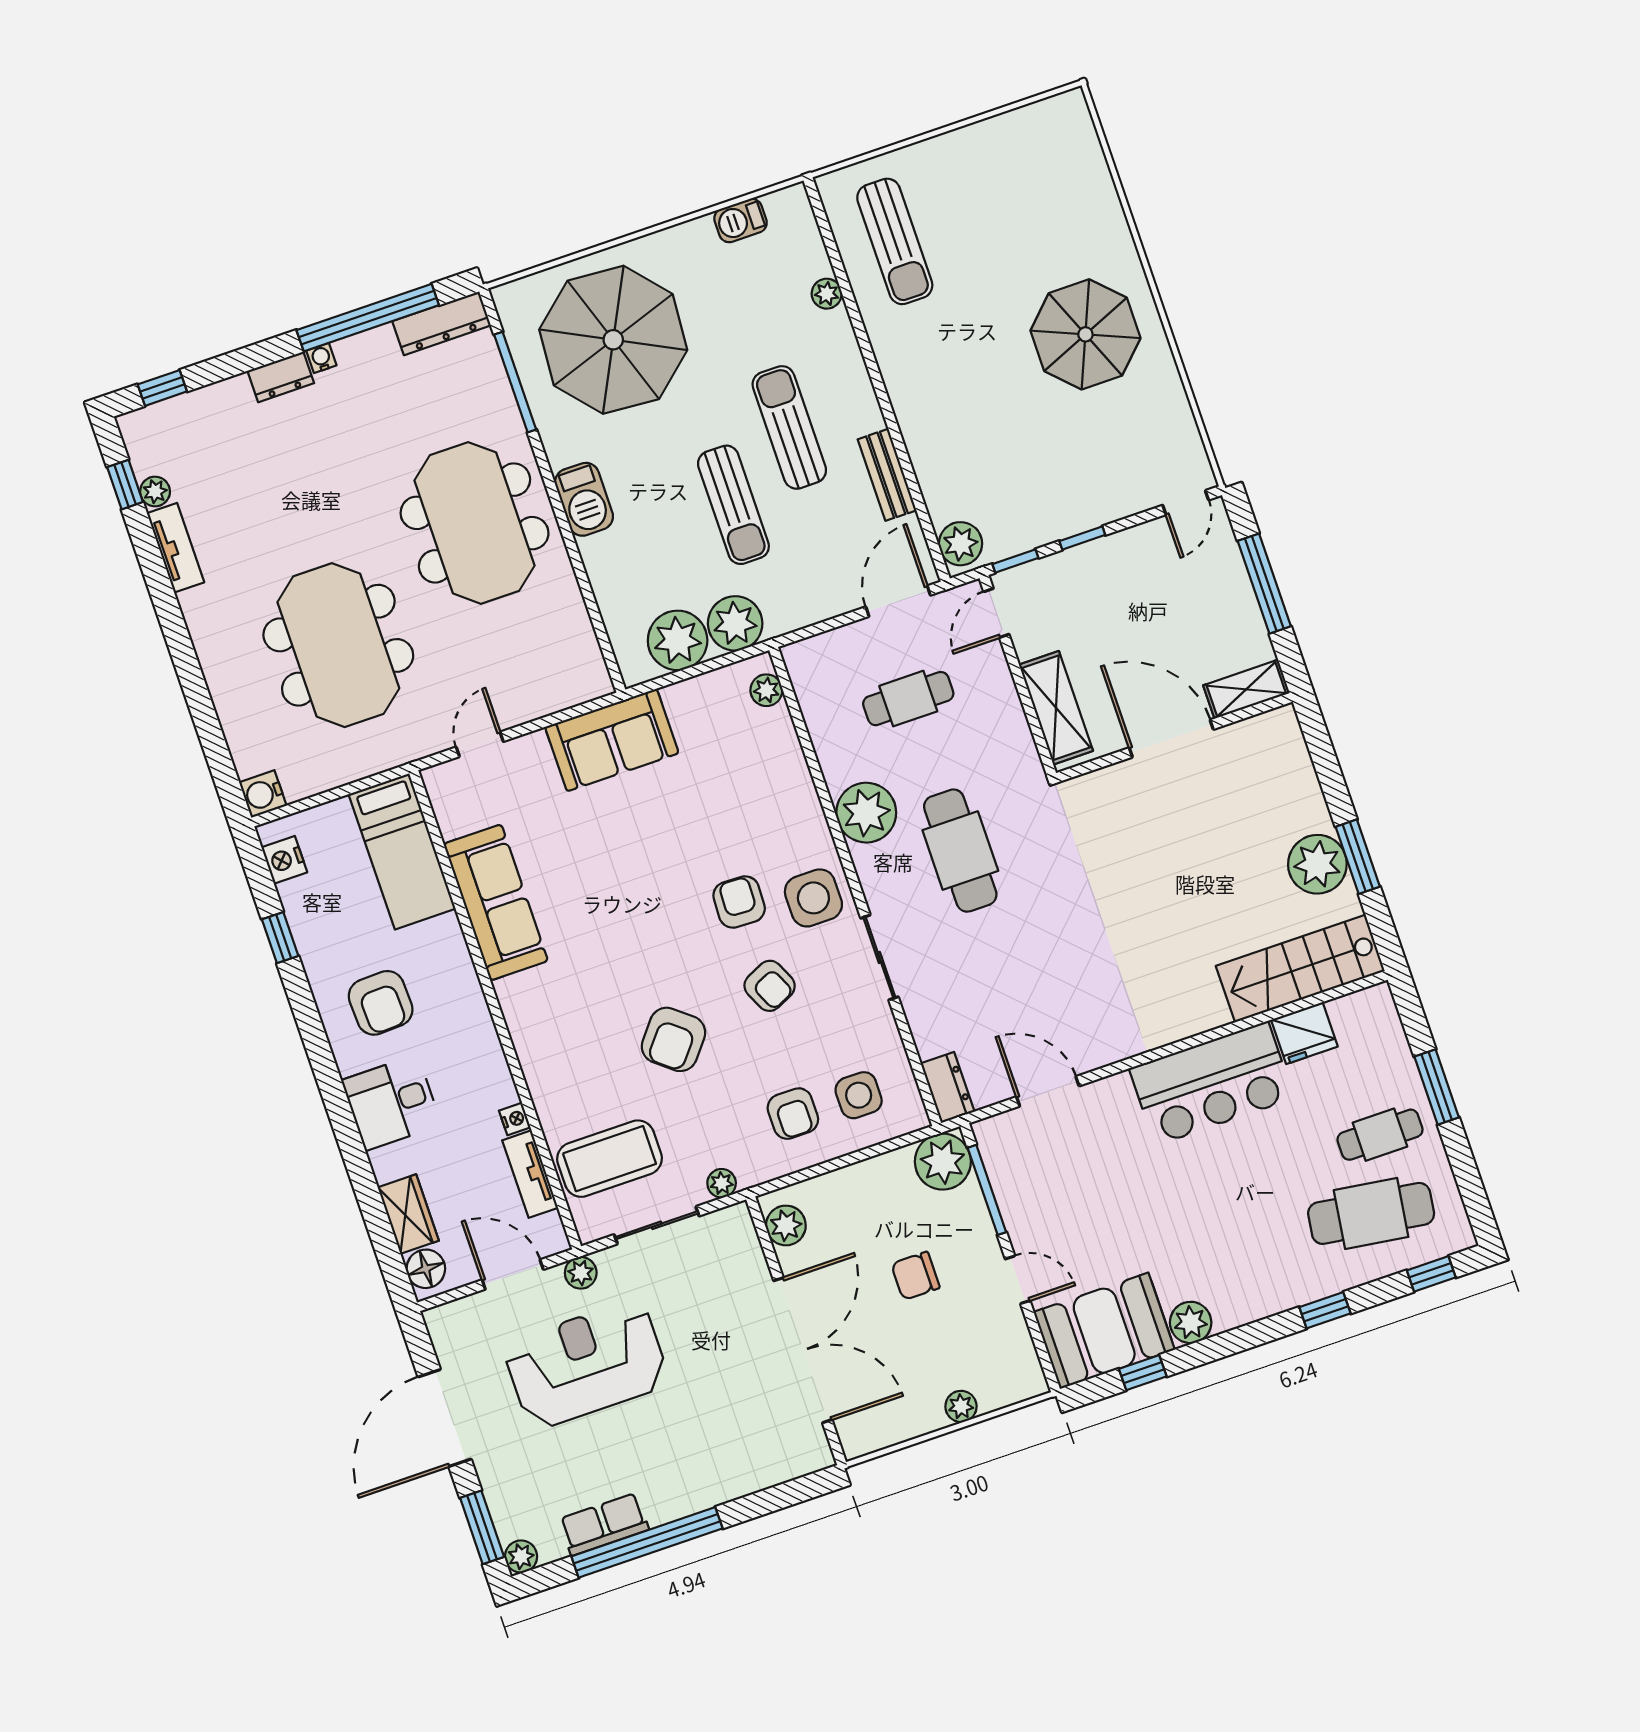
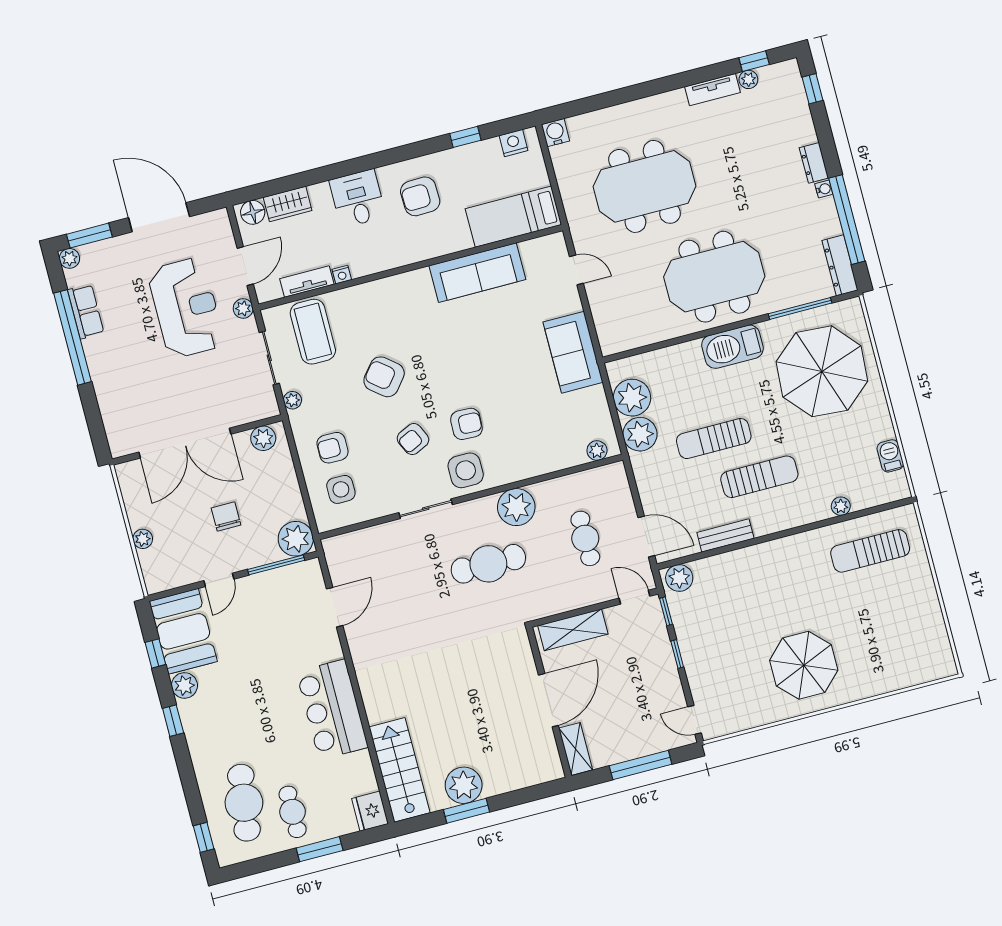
barbecue: (584, 499) -> (732, 347), width x1.37, depth x1.21
fridge: (1304, 1033) -> (370, 811), moved
dresser: (948, 1087) -> (342, 545), removed
window: (1325, 1310) -> (173, 721), moved

